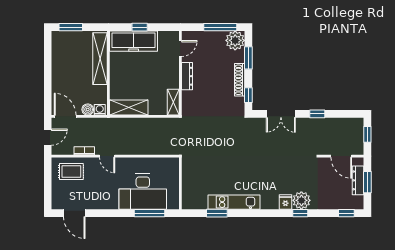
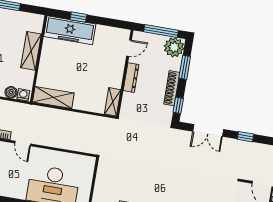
door: (180, 49) -> (129, 48), moved
shelving: (100, 59) -> (31, 51), width x0.68
wall: (180, 73) -> (125, 73), moved
dresser: (187, 76) -> (131, 78), moved
shelving: (173, 102) -> (113, 102), moved

